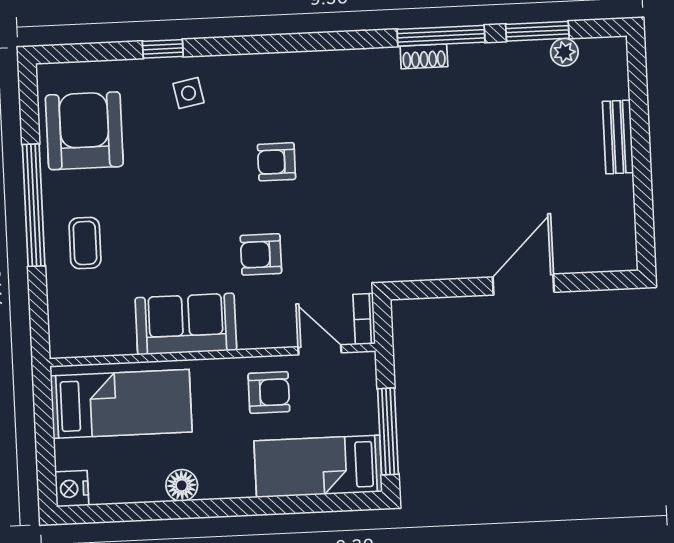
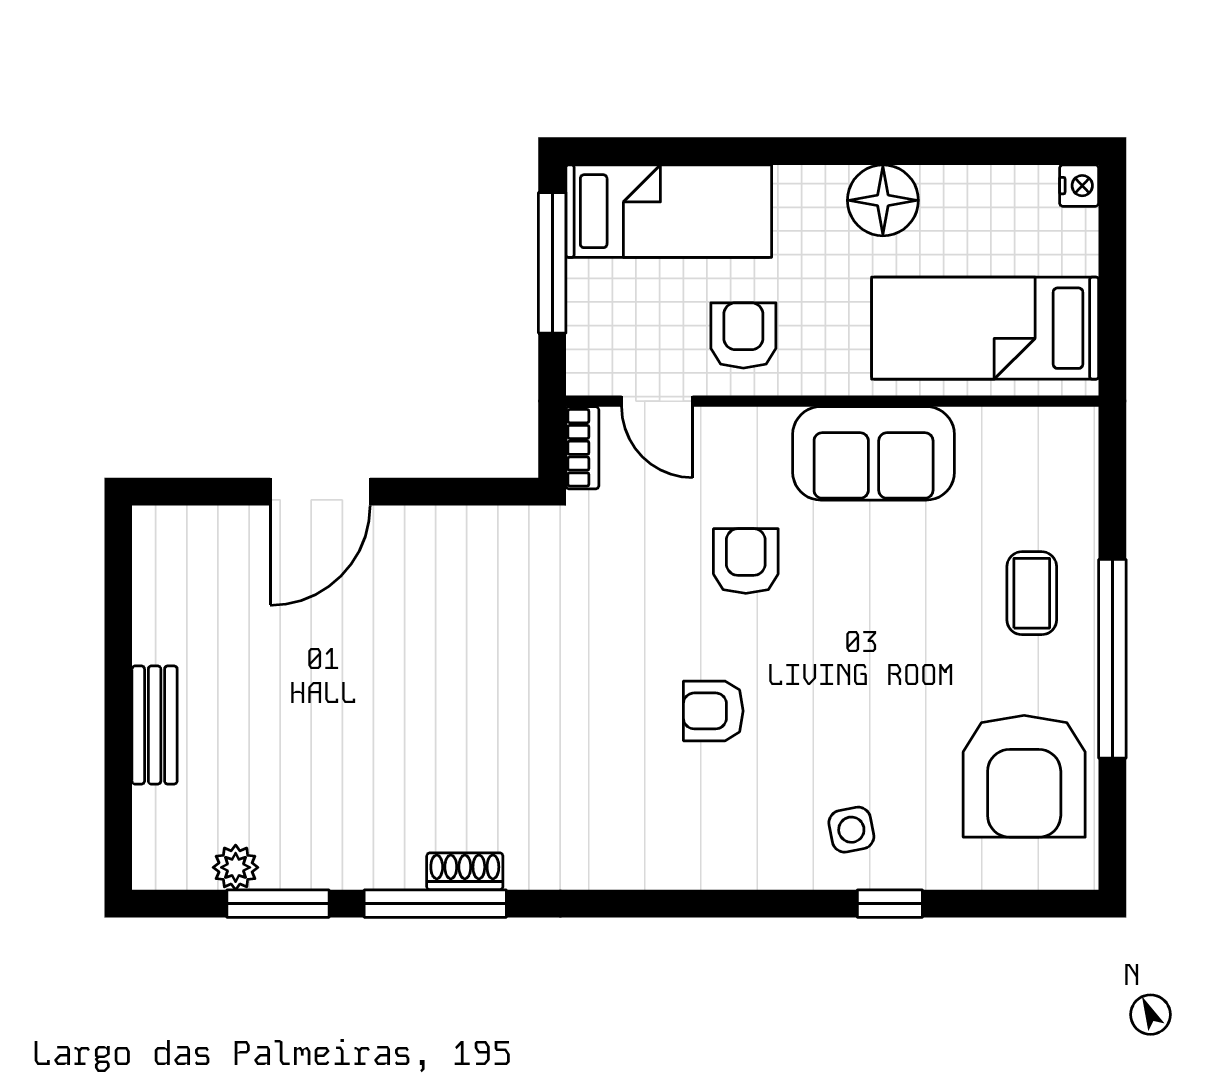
armchair: (276, 162) -> (713, 711), turned 180
armchair: (261, 254) -> (746, 561), turned -90
armchair: (269, 392) -> (743, 335), turned 90
floor lamp: (182, 485) -> (883, 200), width x1.38, depth x1.38
nightstand: (72, 489) -> (1079, 186), width x0.72, depth x0.74

